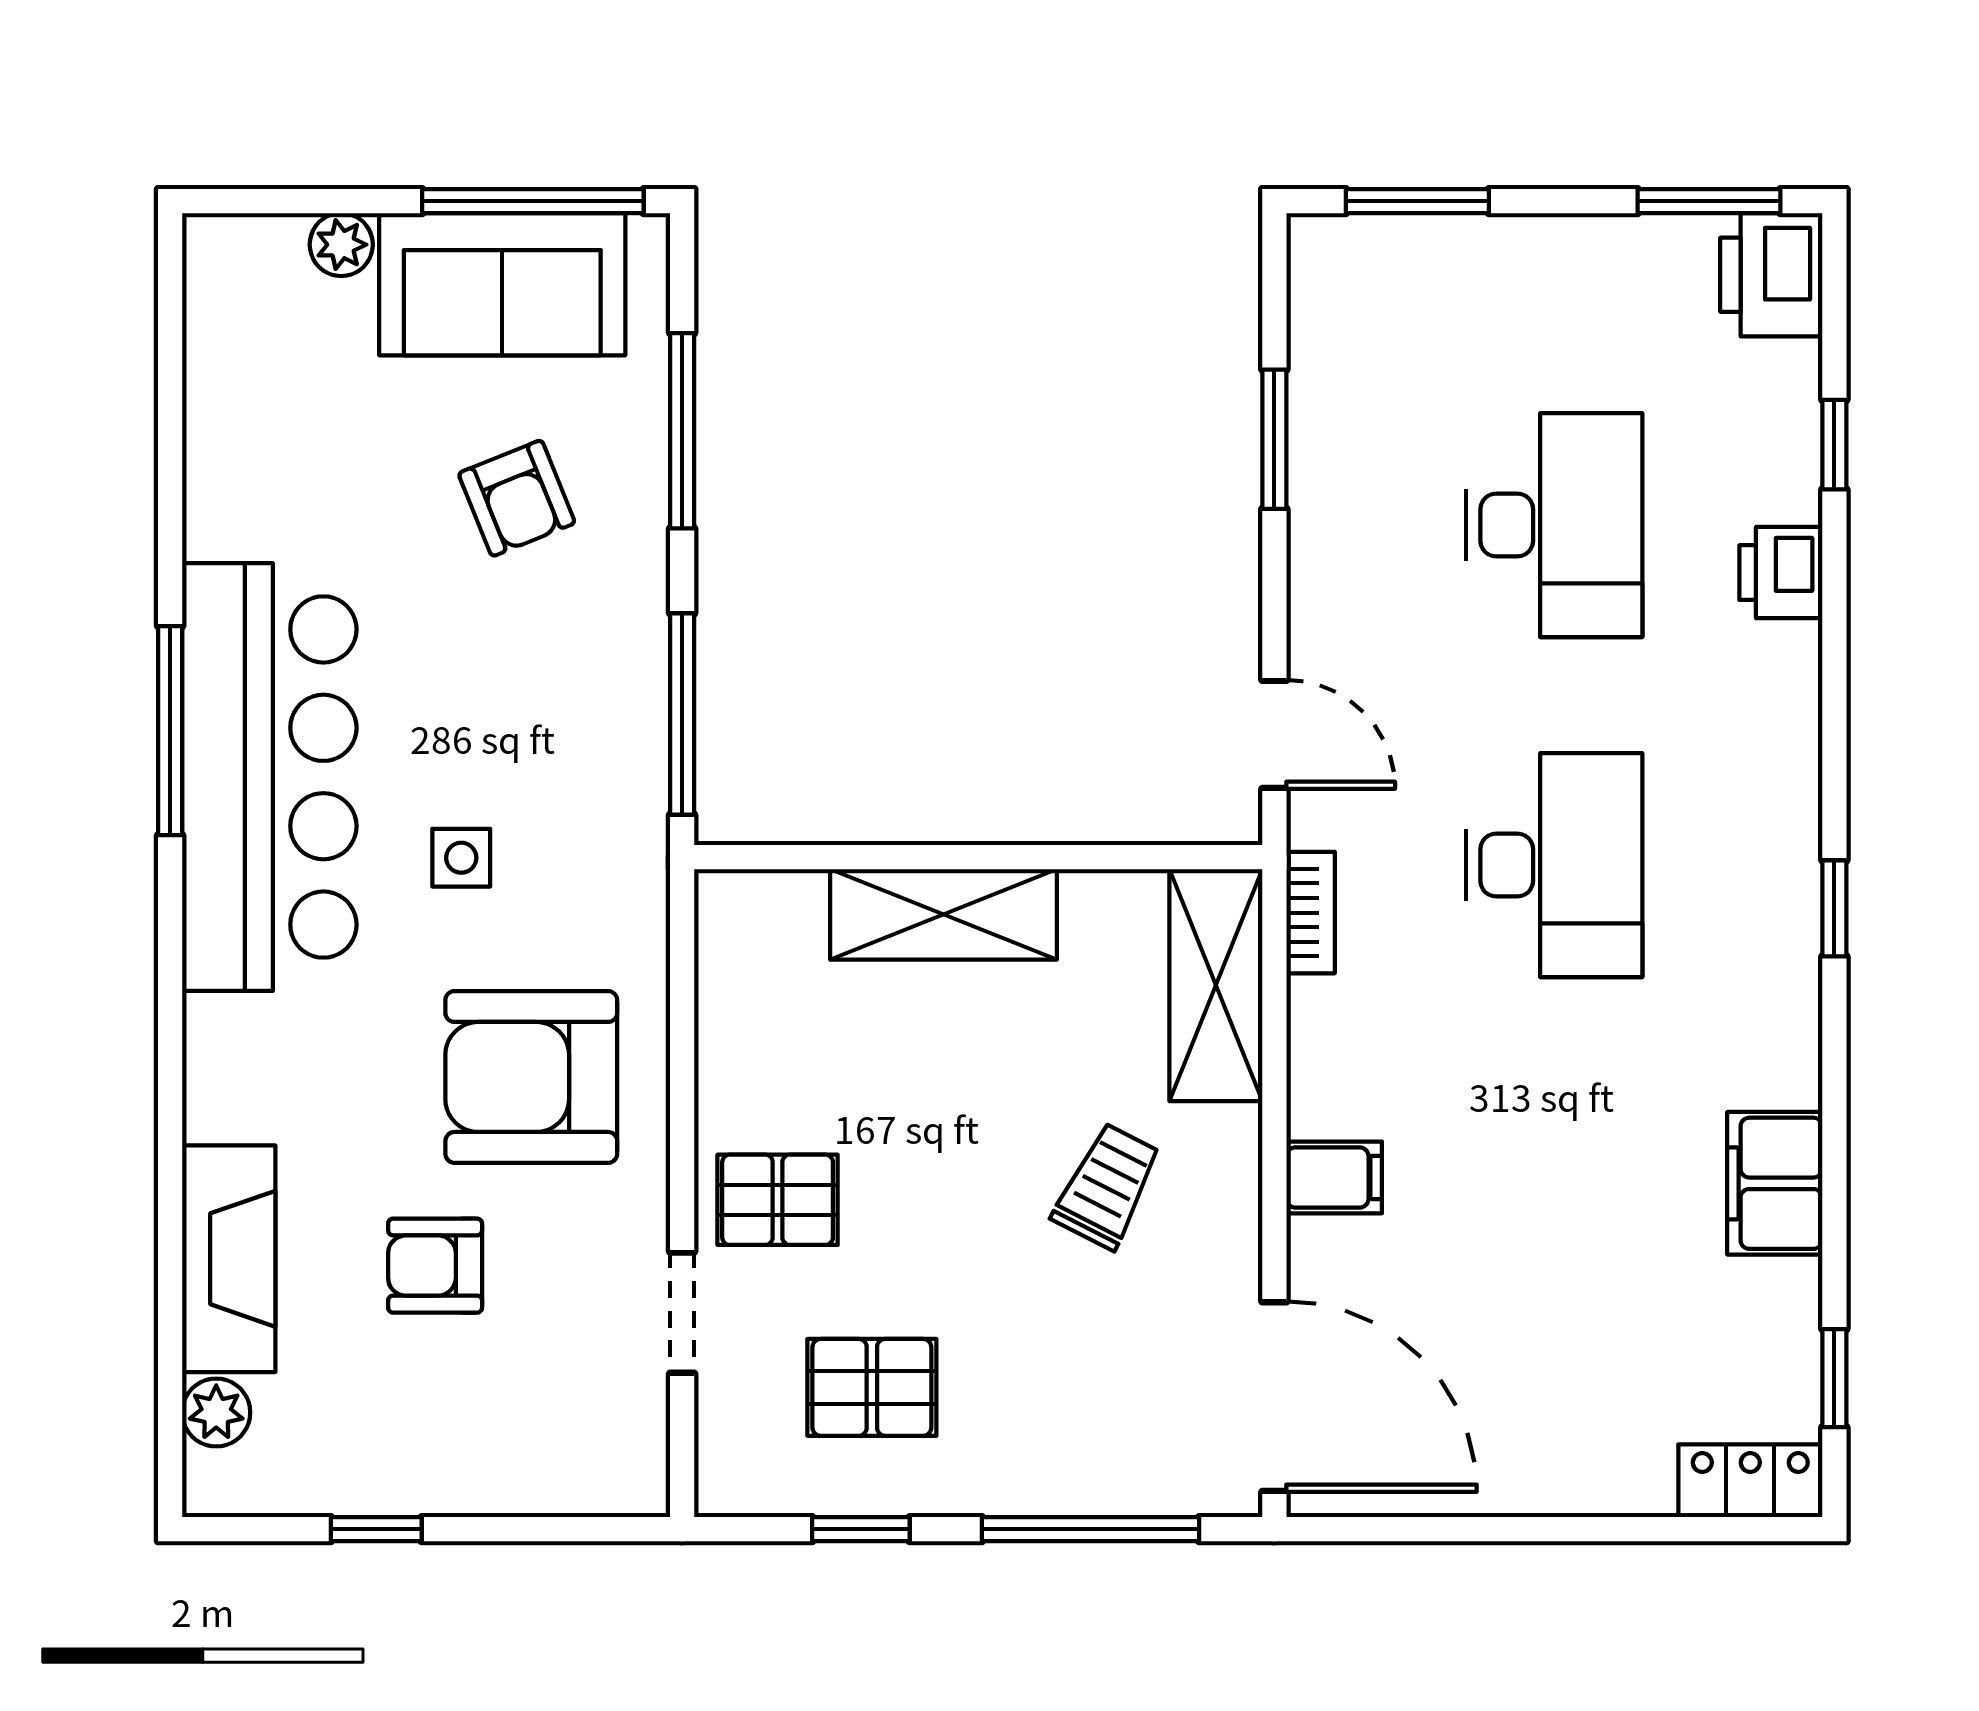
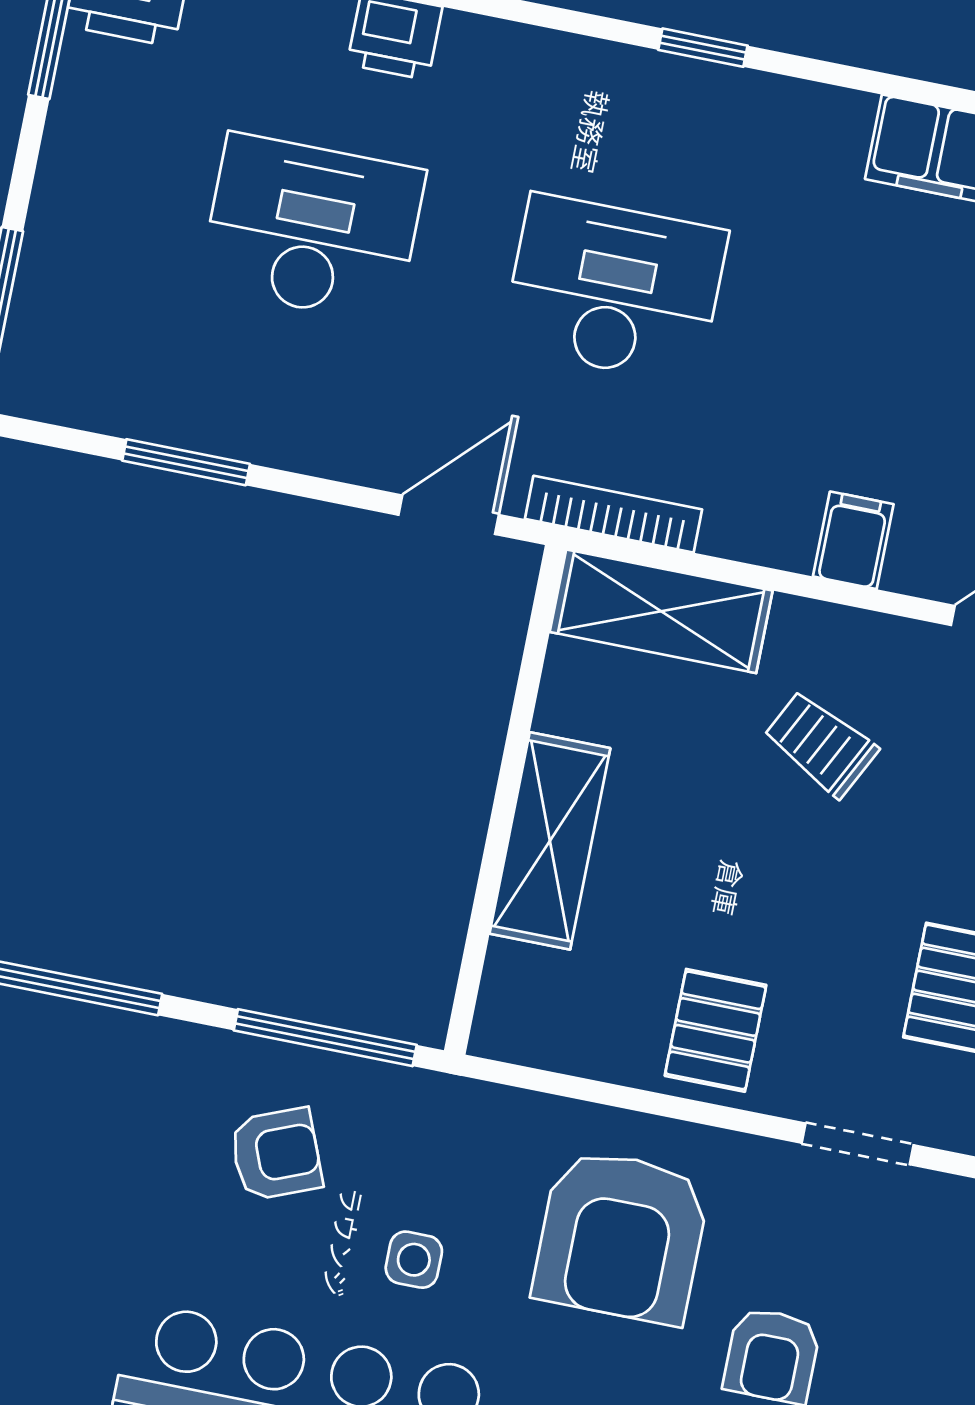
armchair: (517, 498) -> (276, 1154), moved
bookcase: (1311, 913) -> (614, 514), width x1.56
pallet: (778, 1200) -> (716, 1030), moved

